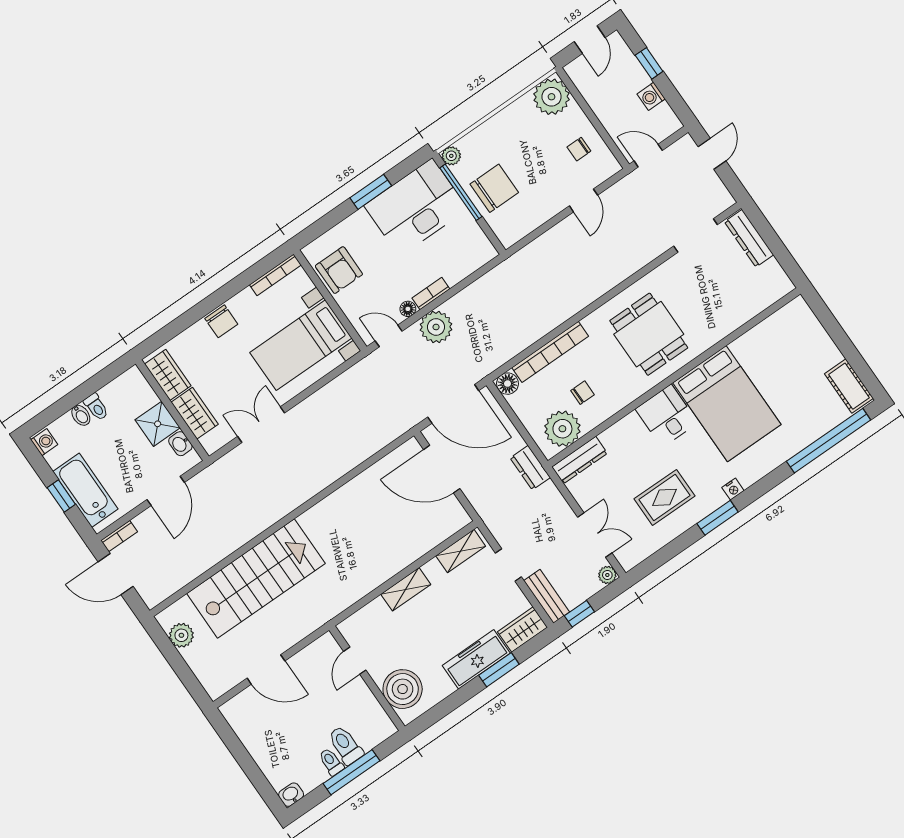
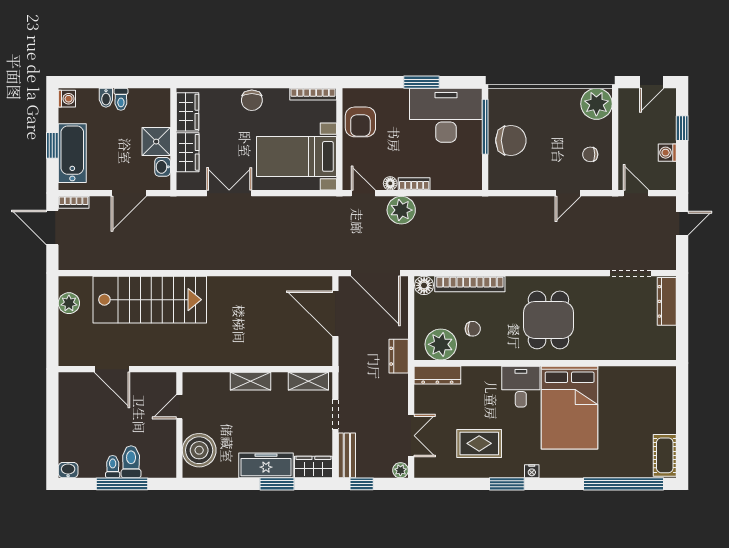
plant: (451, 156) -> (496, 96), removed

